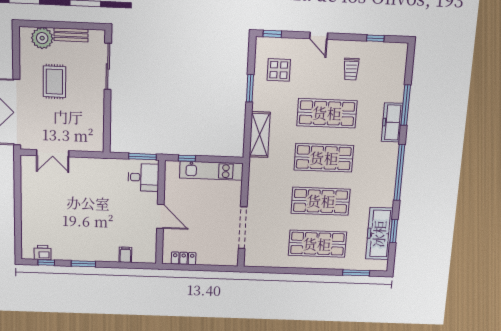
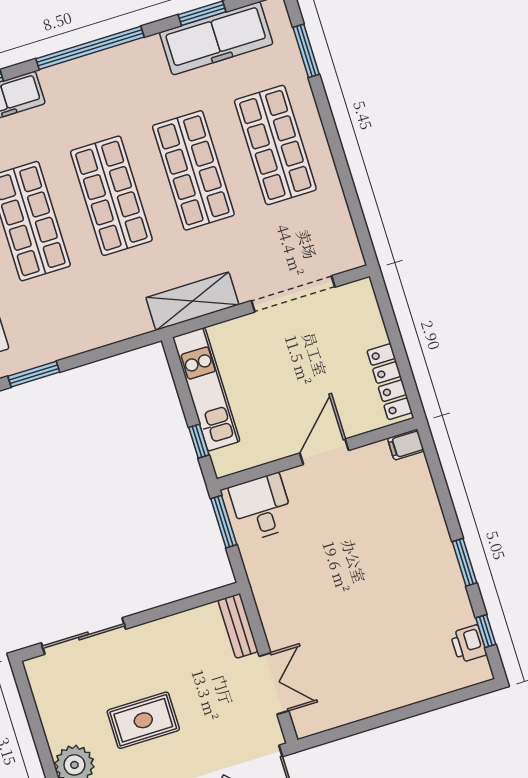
bench: (71, 35) -> (238, 626), moved
shelving: (260, 135) -> (192, 301), moved
filing cabinet: (125, 255) -> (406, 445), moved
locker: (184, 258) -> (390, 382), width x1.53

